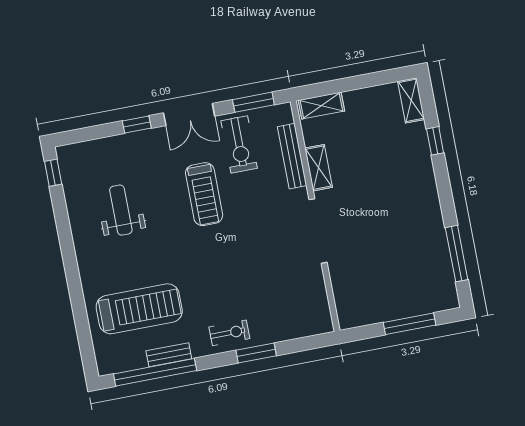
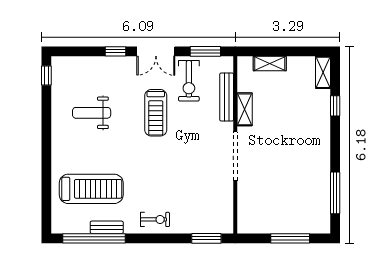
shelving: (321, 106) -> (270, 64), moved
weight bench: (121, 210) -> (92, 113), turned -90
window: (256, 353) -> (206, 238), moved

